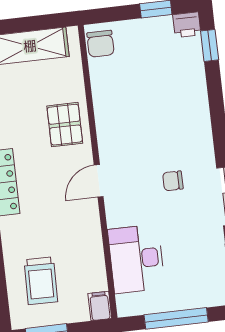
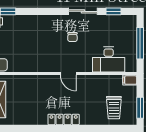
pallet: (65, 125) -> (39, 87), removed
trolley: (41, 281) -> (114, 108), turned 89

